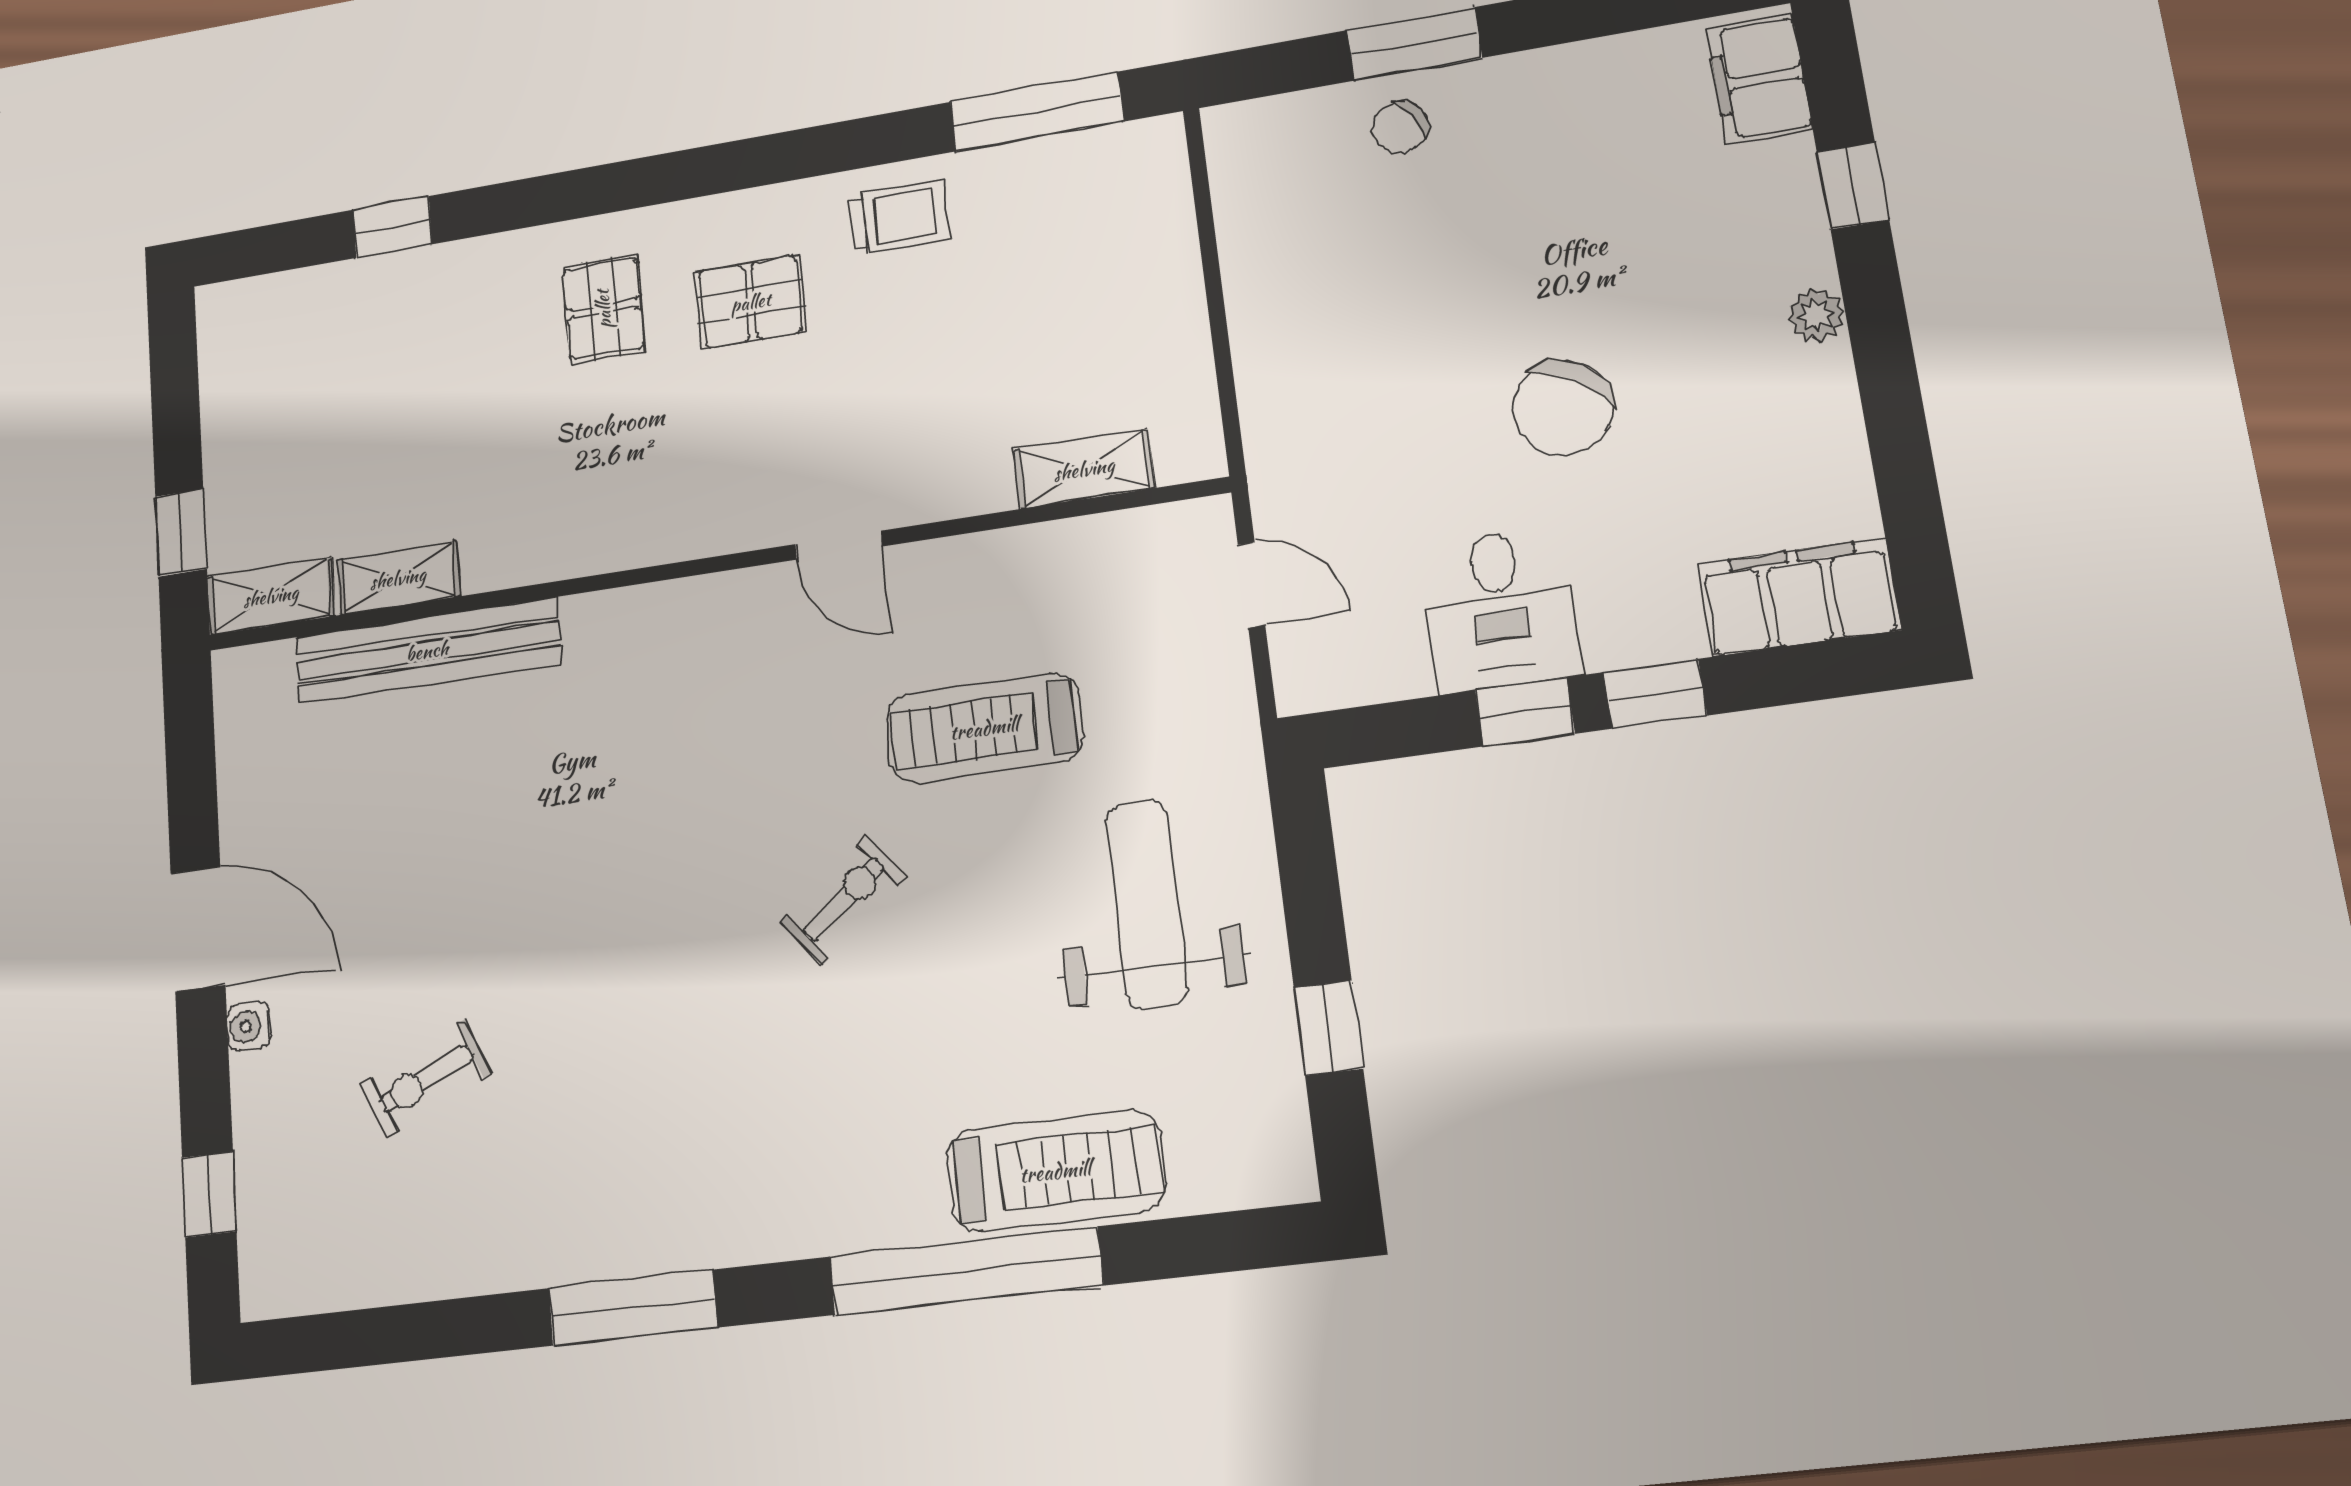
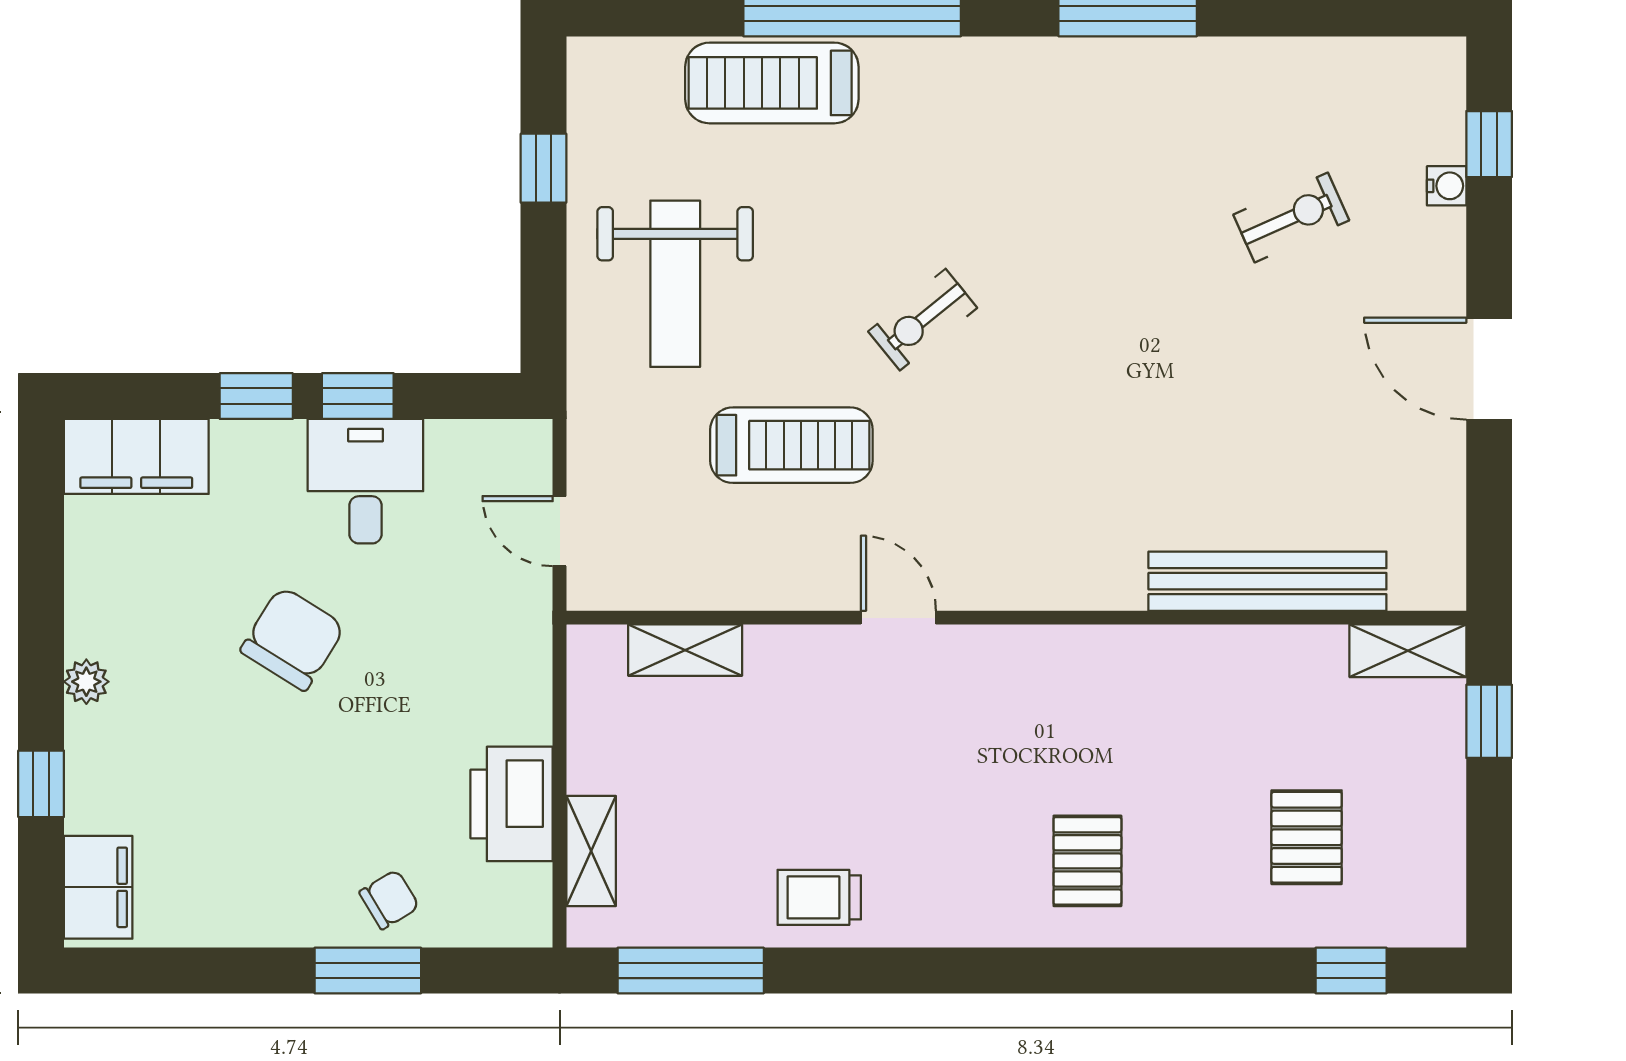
window: (392, 227) -> (1351, 971), moved
printer: (1268, 260) -> (512, 804), added
pallet: (751, 302) -> (1307, 837), moved, turned 90
shelving: (398, 578) -> (591, 851), moved, turned 90
water cooler: (249, 1026) -> (1447, 186), moved

